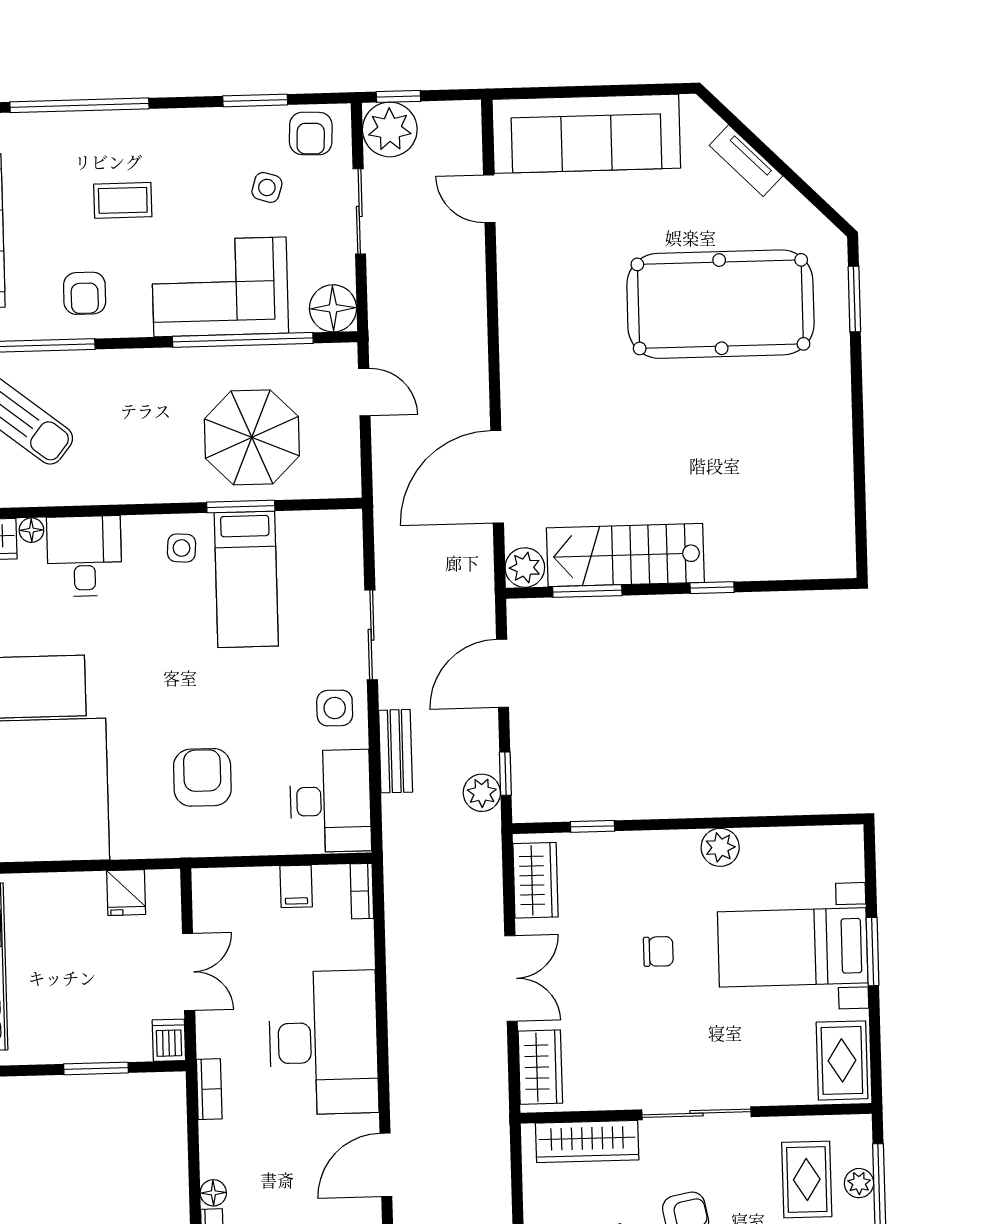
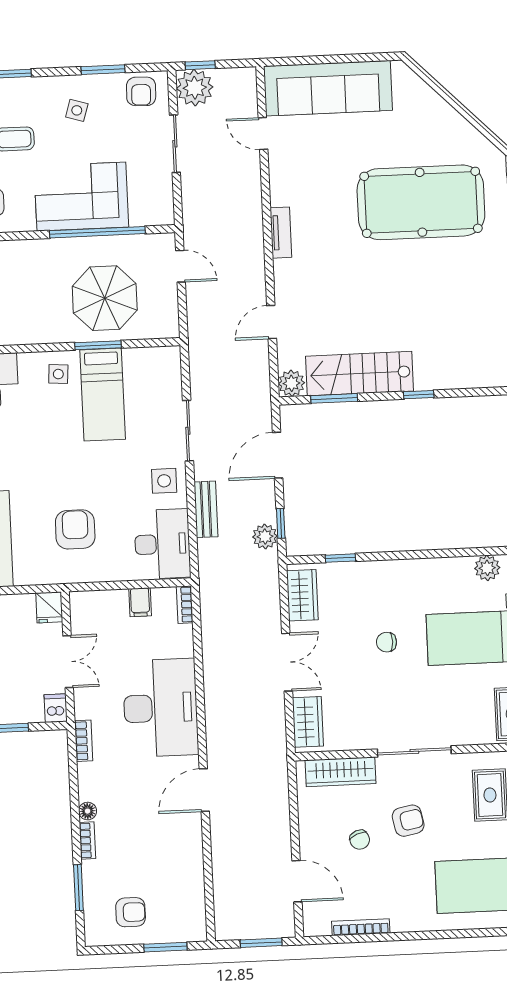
tv unit: (746, 161) -> (281, 233), moved, turned -135
side table: (267, 187) -> (77, 110), moved
floor lamp: (333, 308) -> (158, 210), removed
door: (497, 477) -> (272, 322), width x0.53
plant: (720, 847) -> (487, 568), moved
fridge: (126, 893) -> (49, 607), moved
chair: (658, 952) -> (387, 642), turned 180

